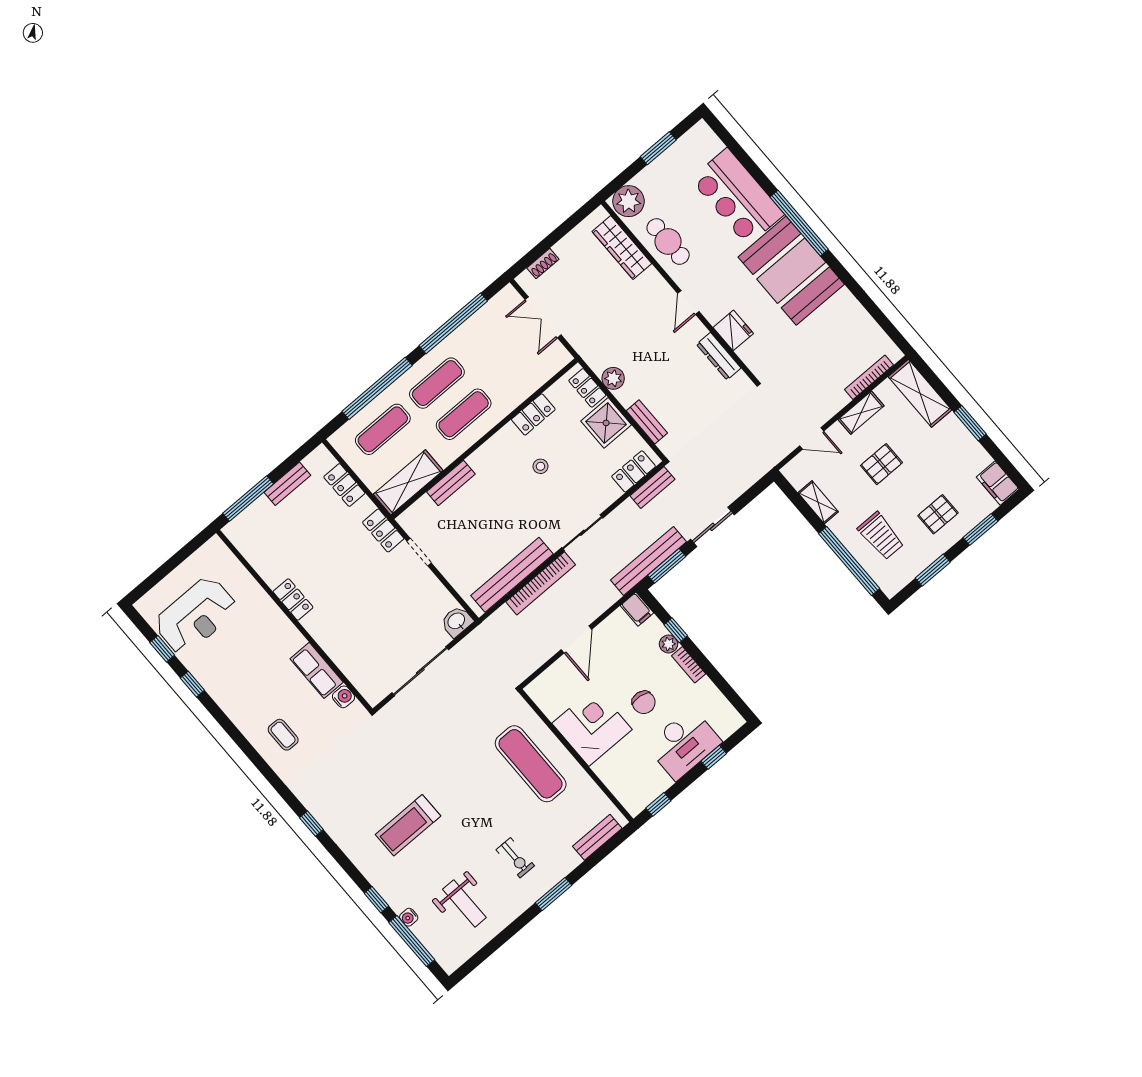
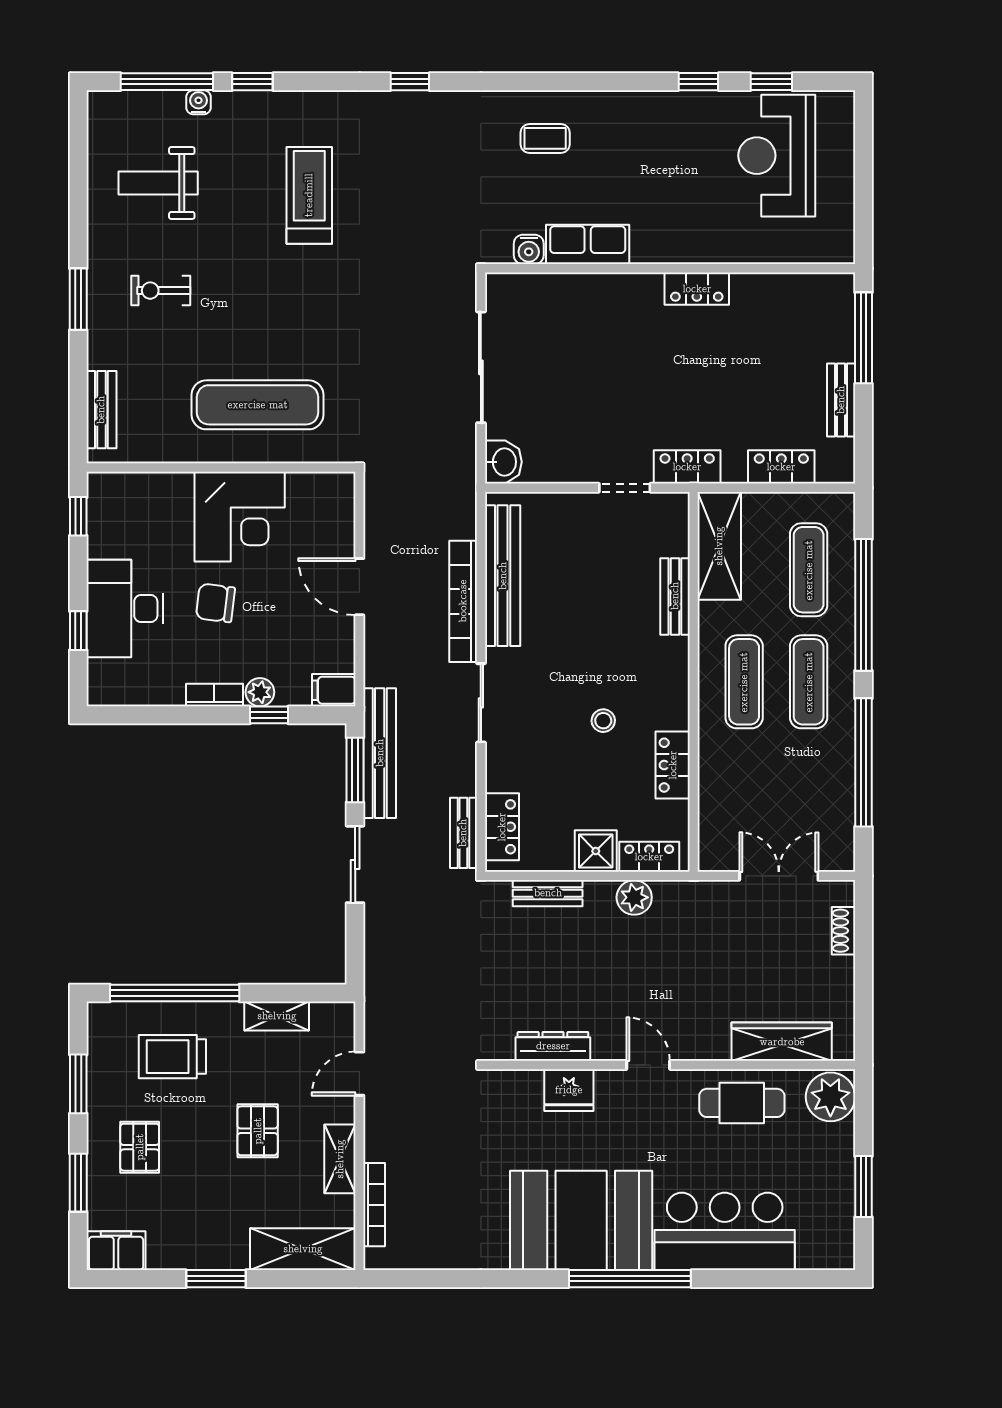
shower: (606, 423) -> (596, 851), width x0.73, depth x0.73

